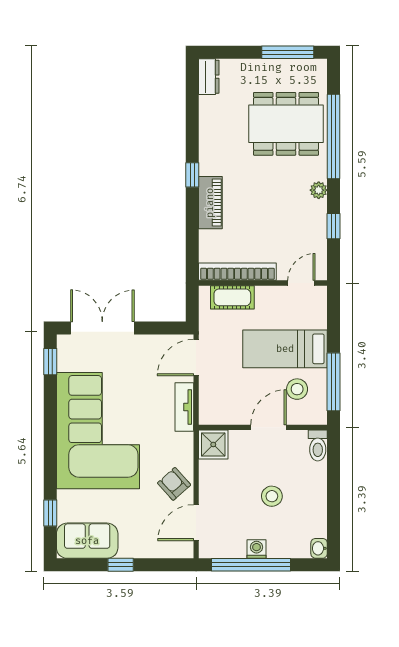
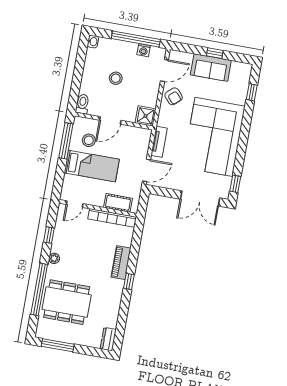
sofa: (87, 541) -> (211, 68), moved
washing machine: (256, 549) -> (144, 50), moved

